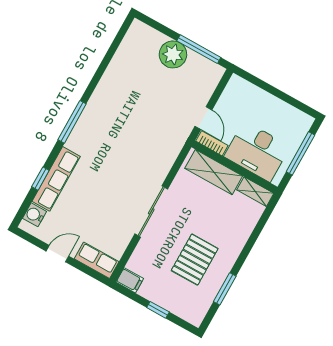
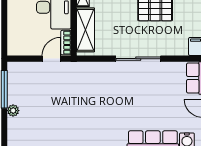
plant: (173, 54) -> (13, 111), width x0.53, depth x0.53

